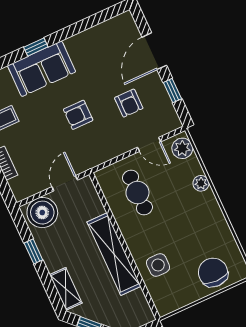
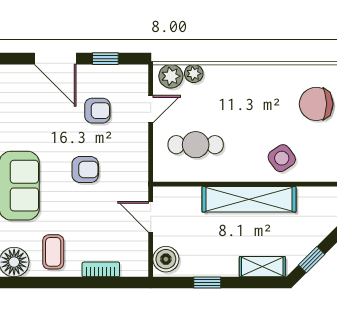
armchair: (78, 115) -> (85, 170), turned -90
plant: (201, 183) -> (194, 74), moved
boiler: (42, 213) -> (166, 259), width x0.73, depth x0.73
side table: (158, 265) -> (282, 158), turned -35

